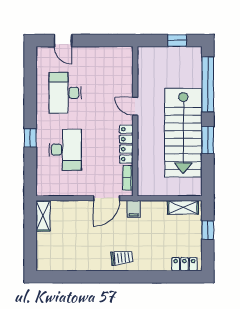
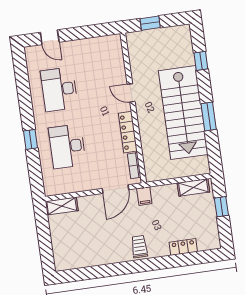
window: (177, 41) -> (150, 23), moved
window: (208, 84) -> (201, 61), width x0.32
desk: (65, 150) -> (67, 146), turned 180
shelving: (43, 216) -> (62, 206), moved, turned 90
trolley: (122, 258) -> (139, 247), turned -84
locker: (184, 264) -> (183, 247), moved

